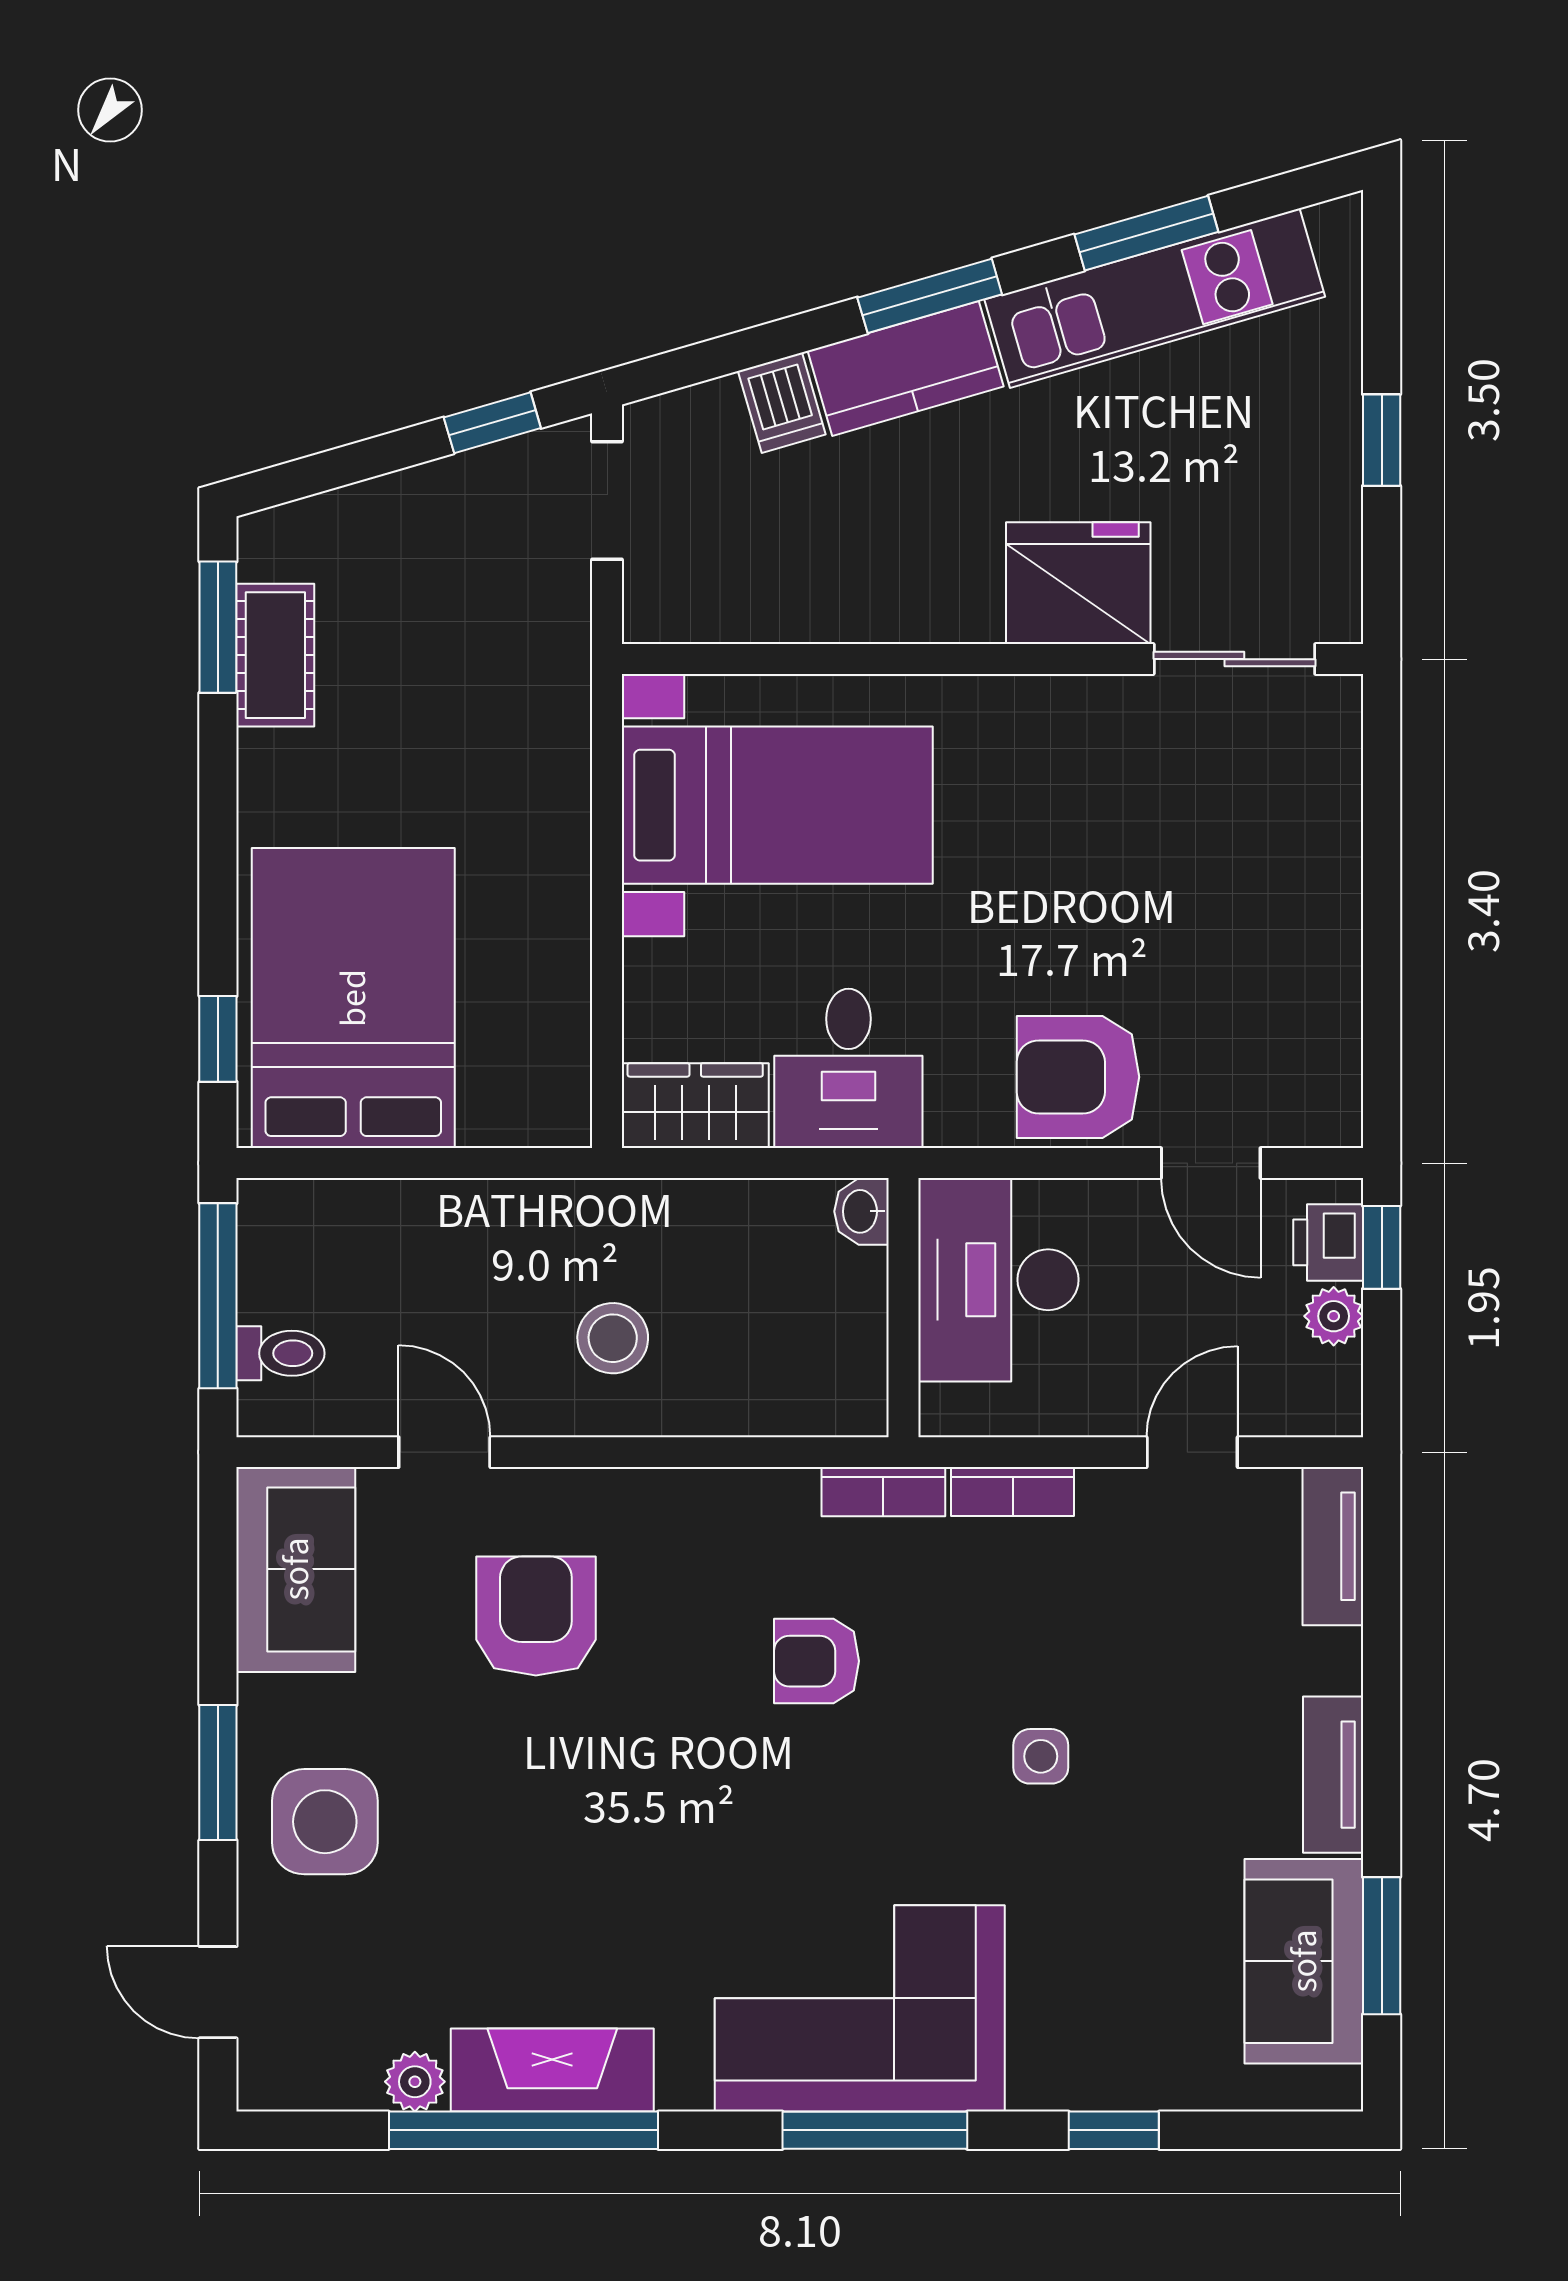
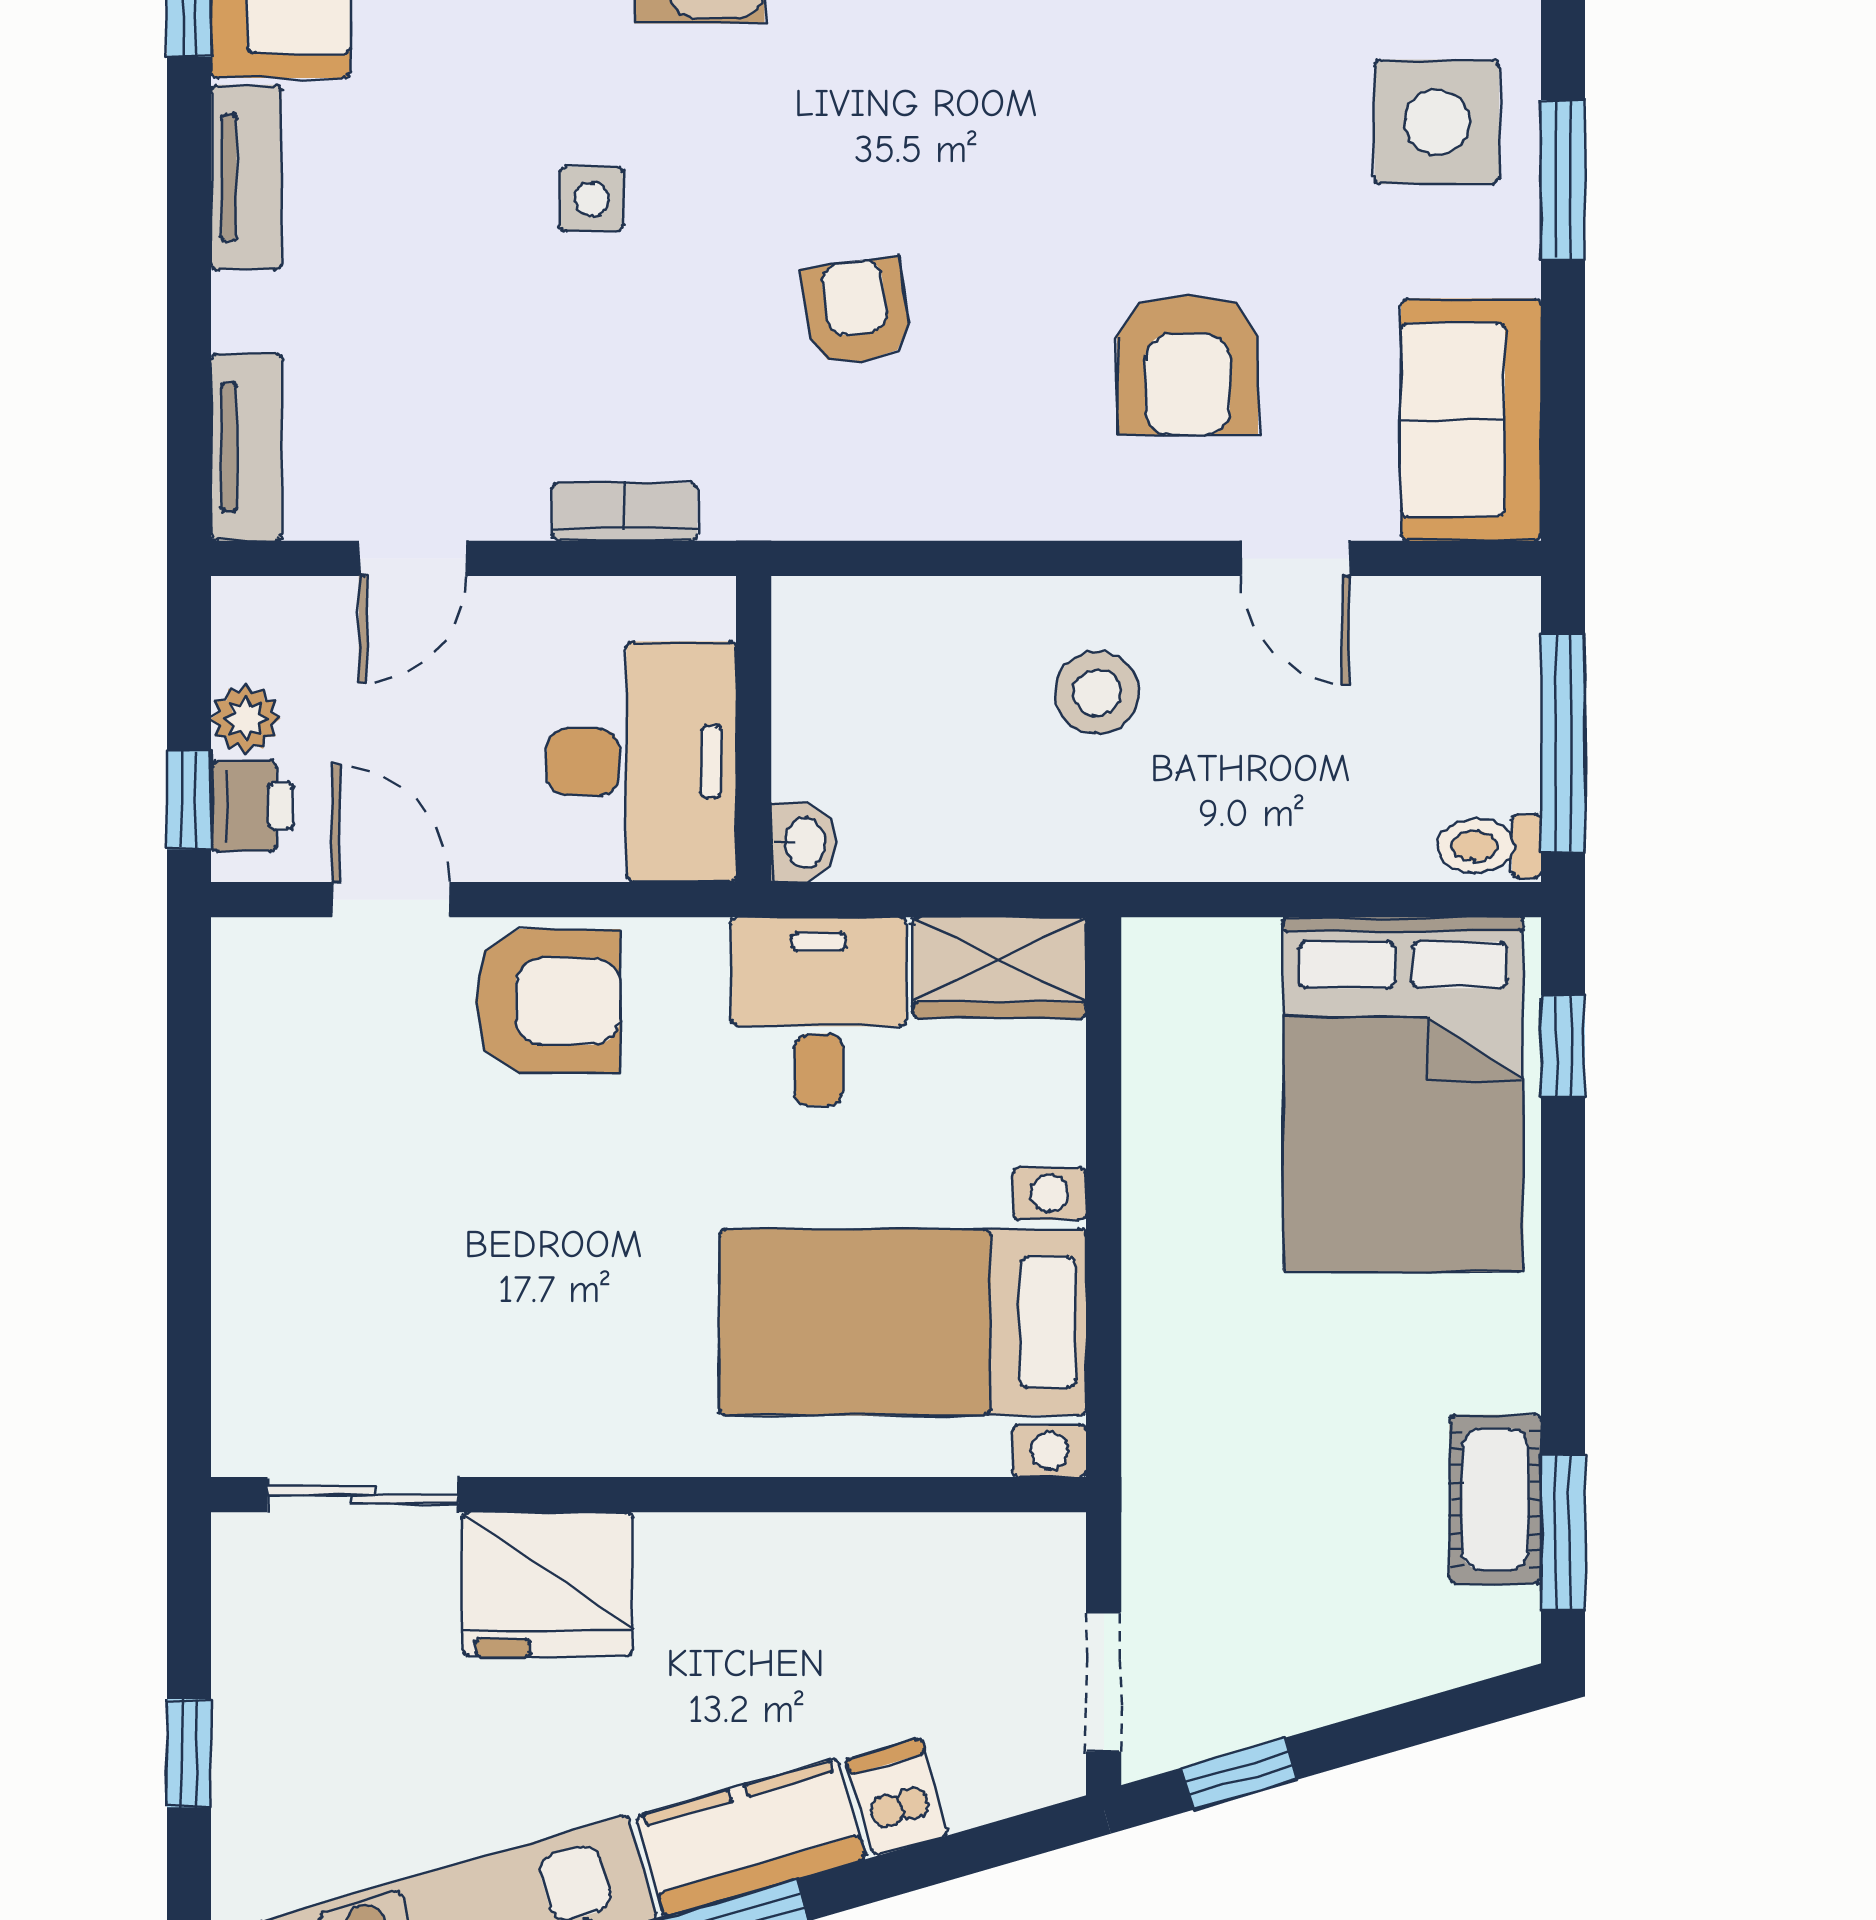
toilet: (280, 1353) -> (1489, 846), moved
bookcase: (883, 1492) -> (777, 512), removed
armchair: (816, 1661) -> (856, 311), turned -98

